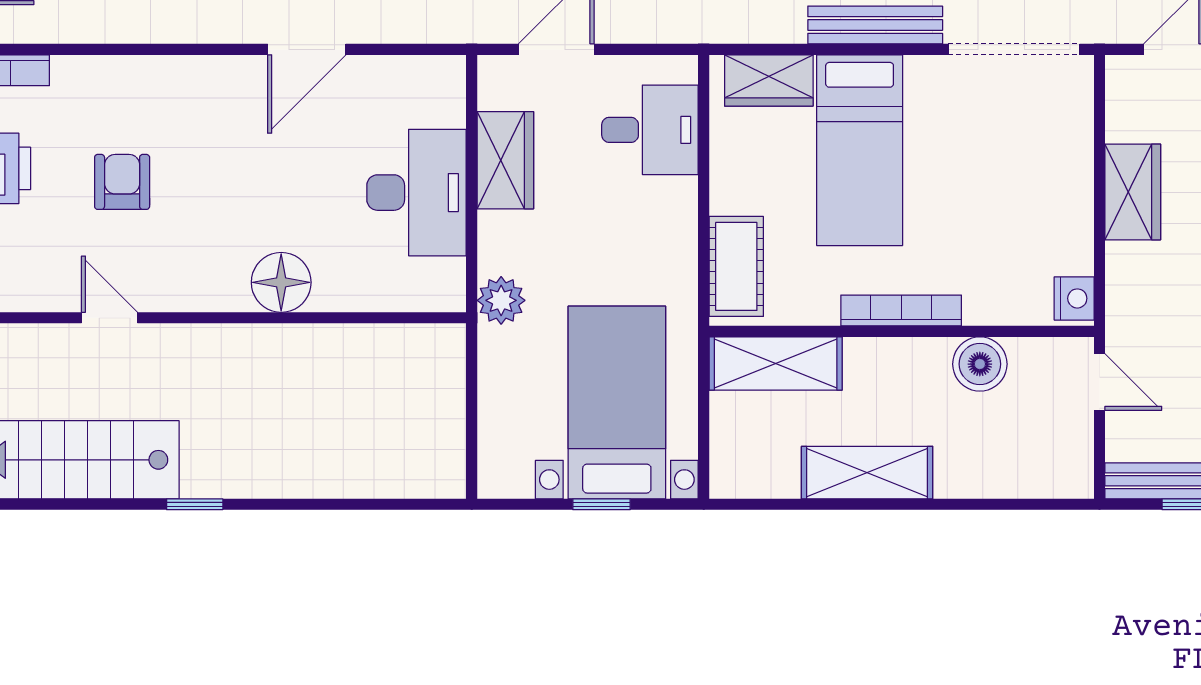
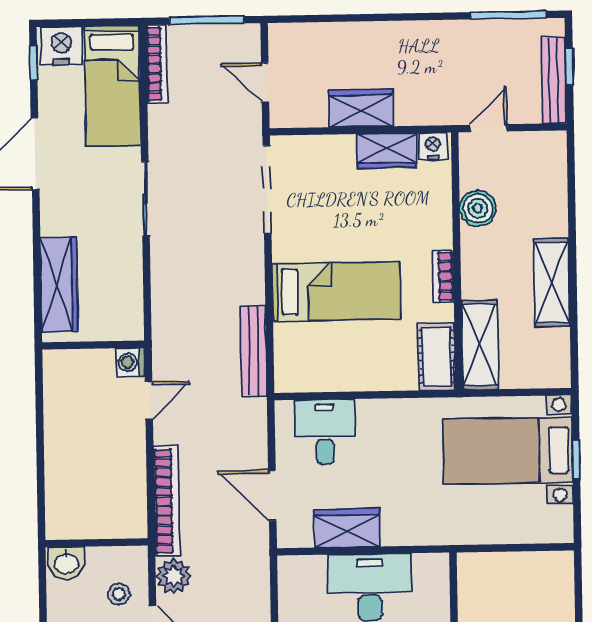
bench: (875, 25) -> (254, 351), moved
wardrobe: (769, 80) -> (386, 151), moved, turned 90
cot: (736, 266) -> (437, 357), moved, turned 90
plant: (501, 300) -> (441, 529), removed
bookcase: (901, 310) -> (443, 276), width x0.64

